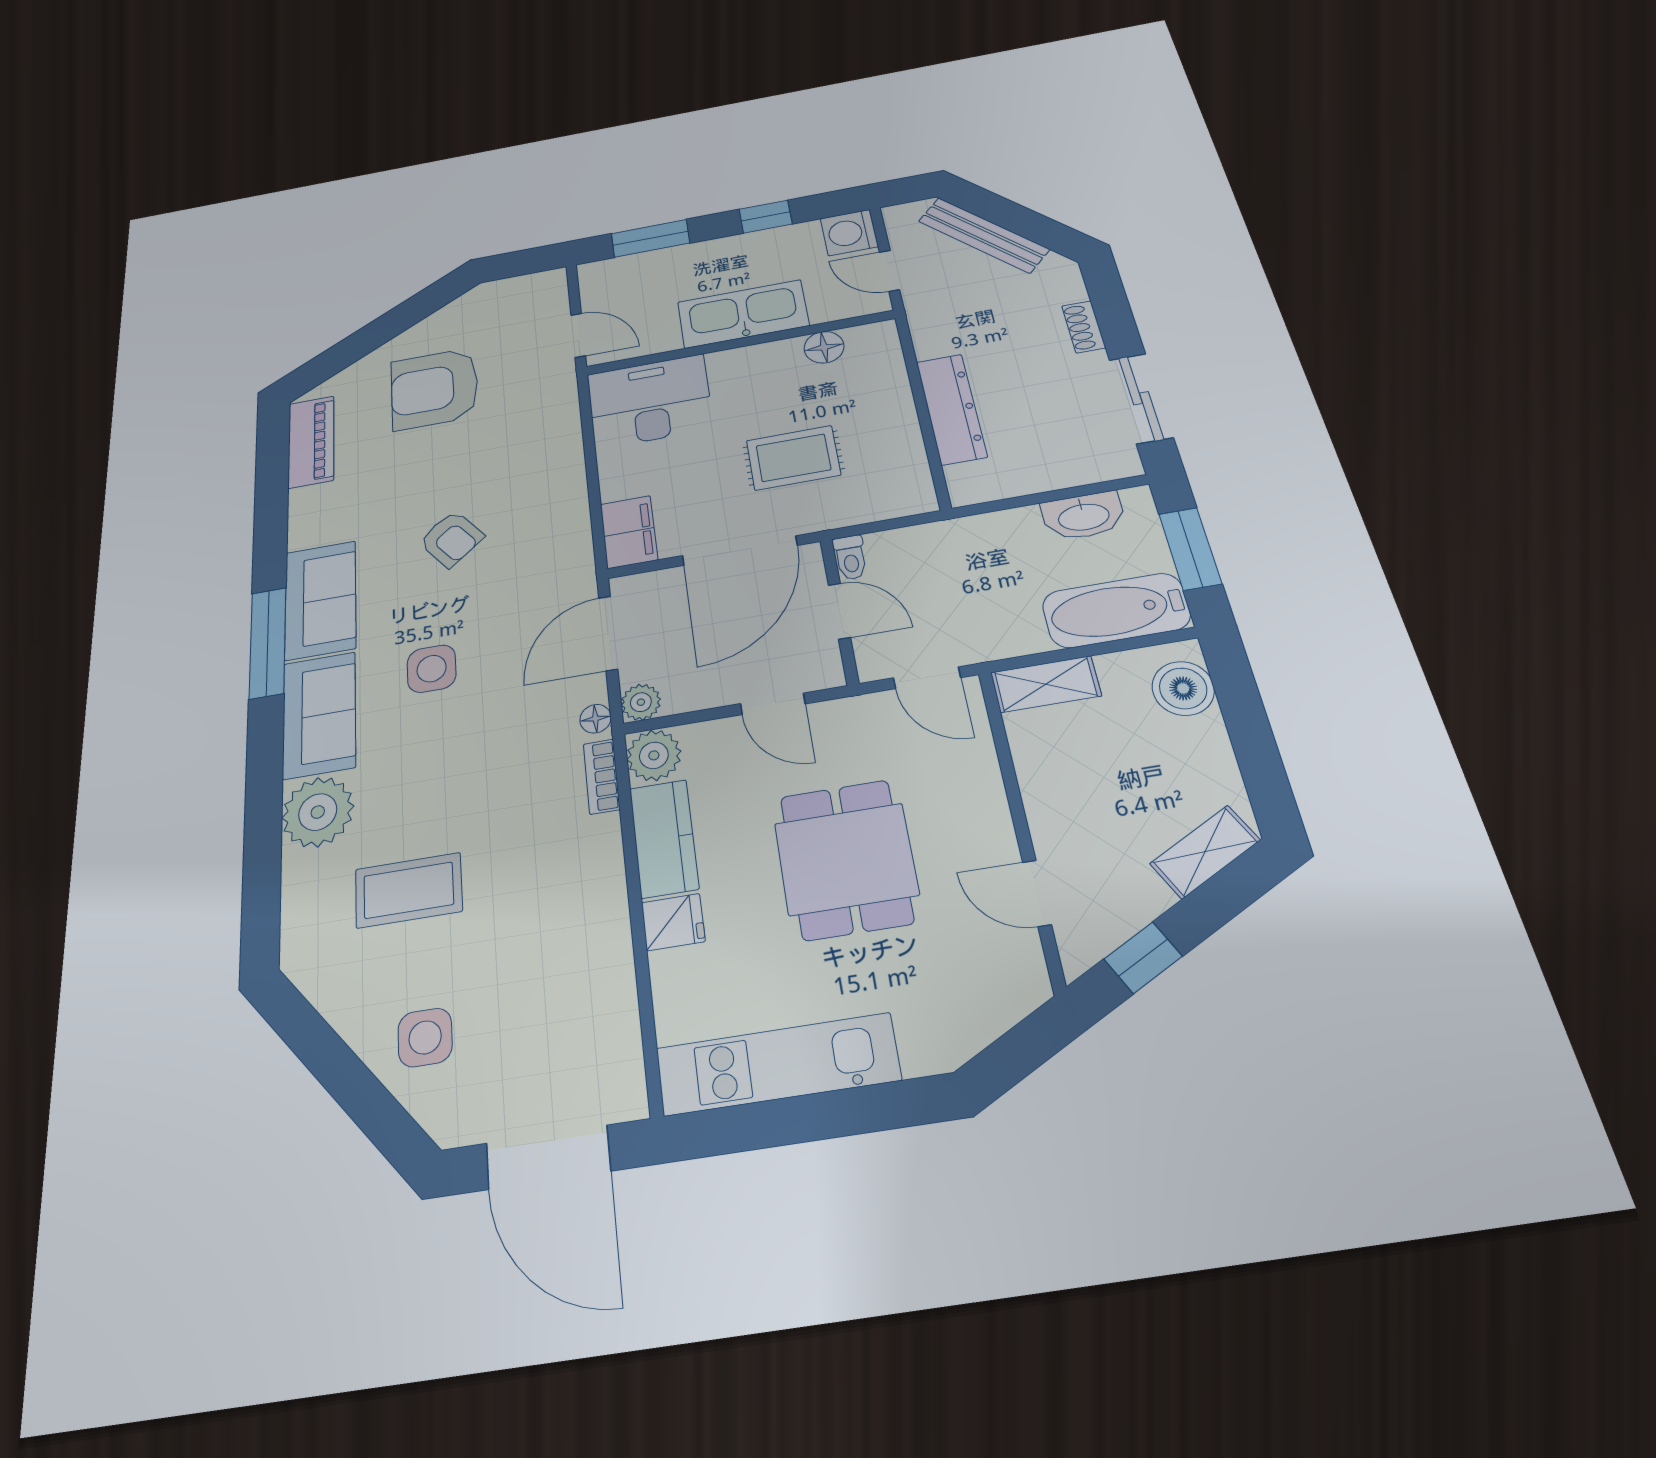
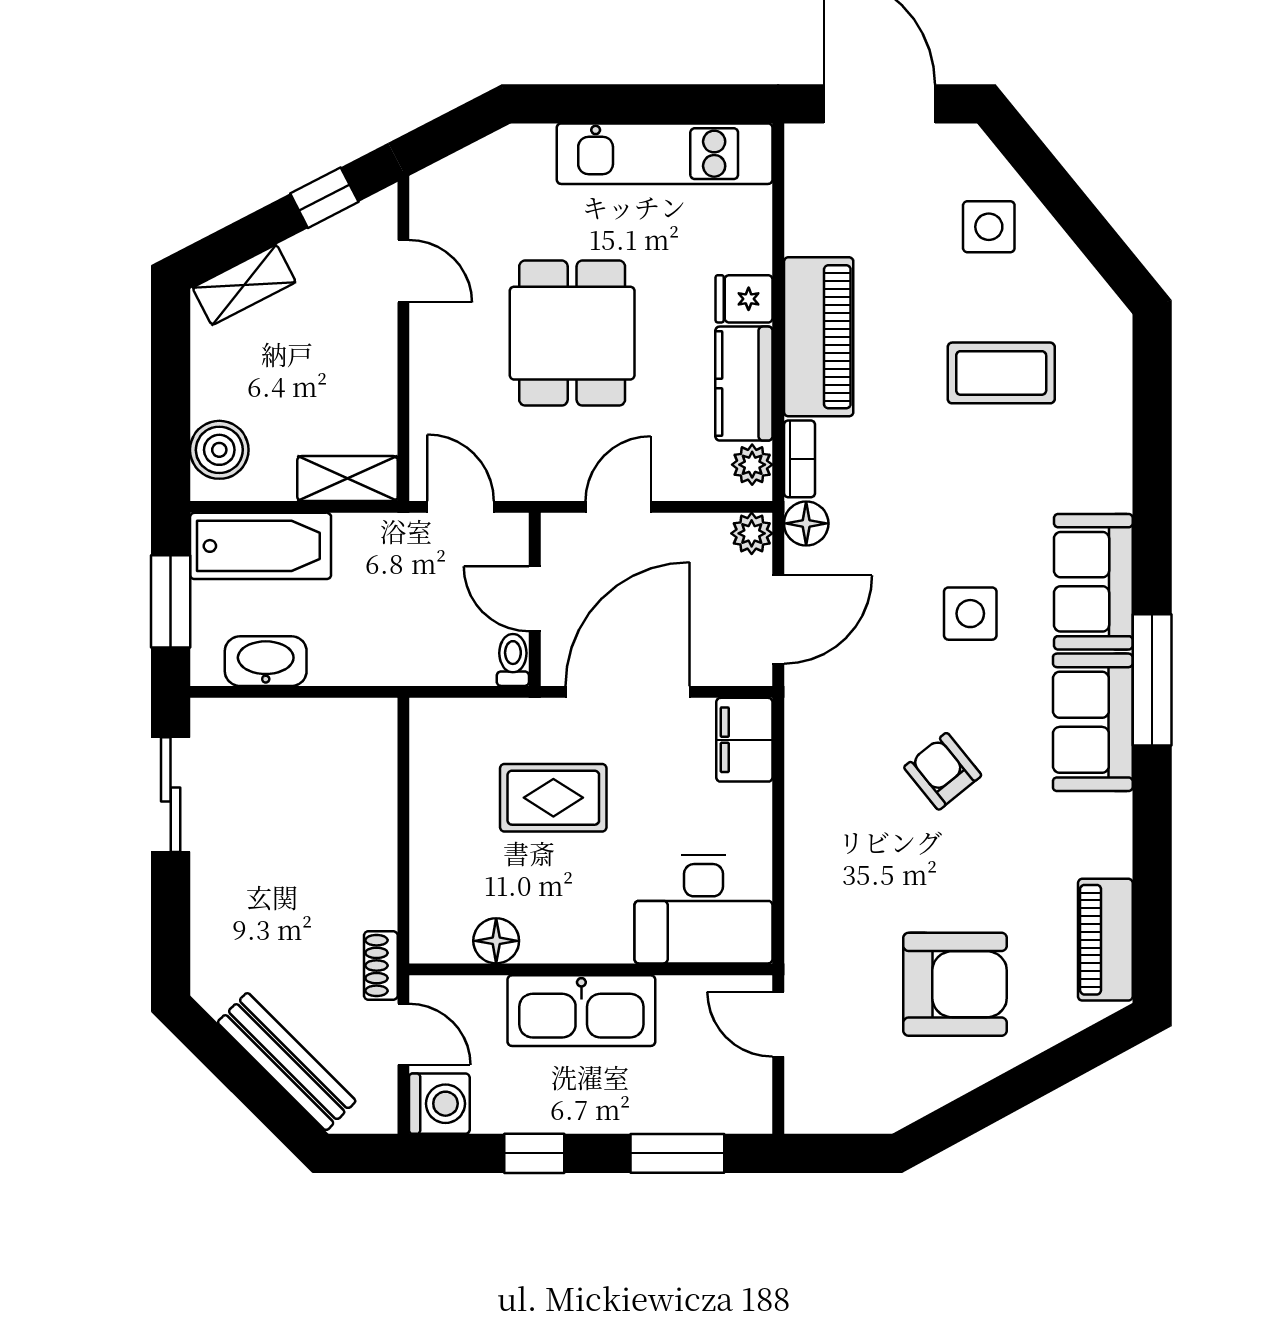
shoe rack: (1084, 327) -> (381, 966), moved, turned 180
dresser: (951, 409) -> (372, 825), removed
door: (773, 704) -> (618, 507), hinge flipped
floor lamp: (595, 719) -> (806, 523), width x1.37, depth x1.37
plant: (654, 755) -> (752, 465), width x0.73, depth x0.73
plant: (318, 812) -> (1094, 472), removed
piano: (593, 896) -> (819, 337), added

